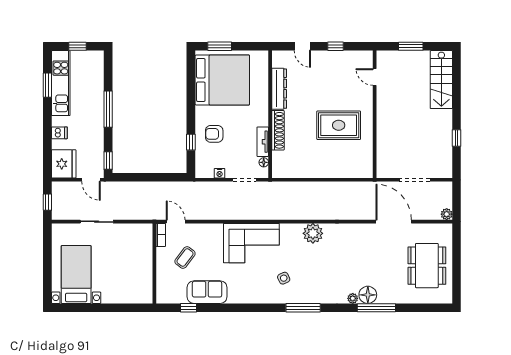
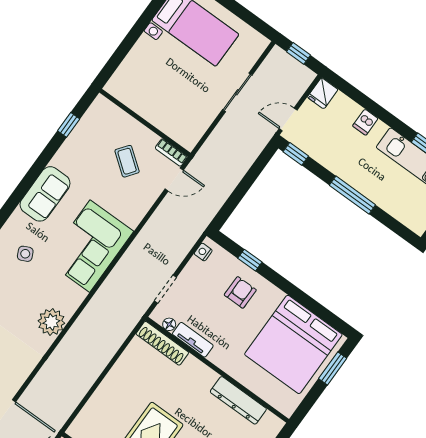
shoe rack: (278, 130) -> (162, 343), moved
fridge: (64, 164) -> (323, 93), width x0.53, depth x0.75
nightstand: (220, 173) -> (203, 252), moved
sofa: (207, 292) -> (45, 194), moved

